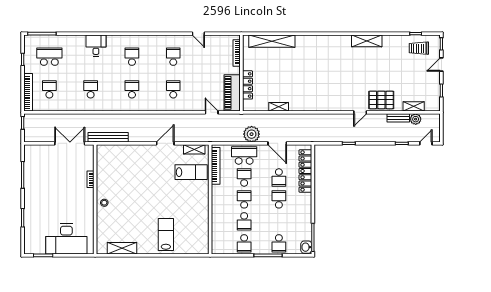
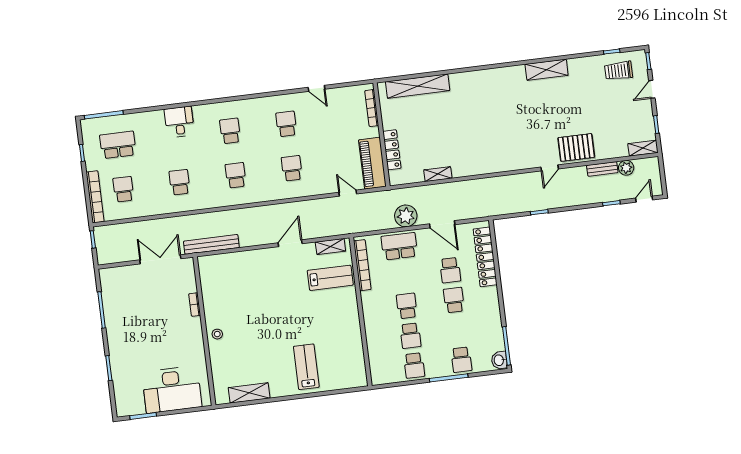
shelving: (414, 106) -> (643, 148), moved
school desk: (244, 177) -> (403, 276), removed

